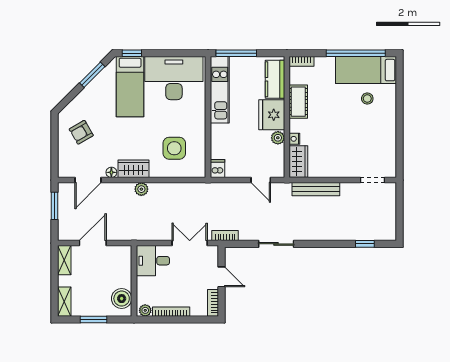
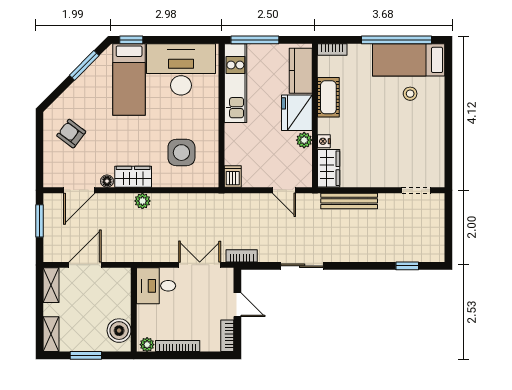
armchair: (81, 132) -> (71, 134), turned 67

